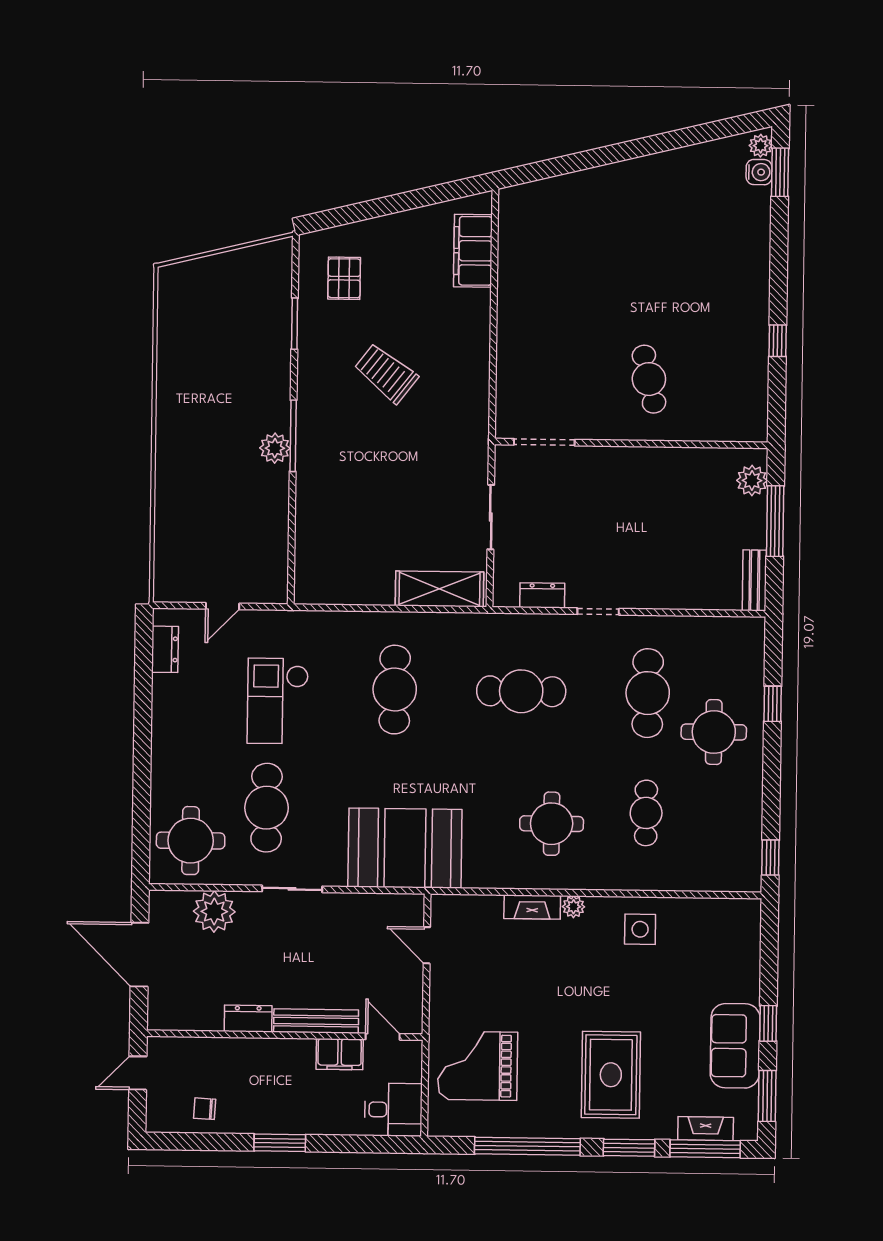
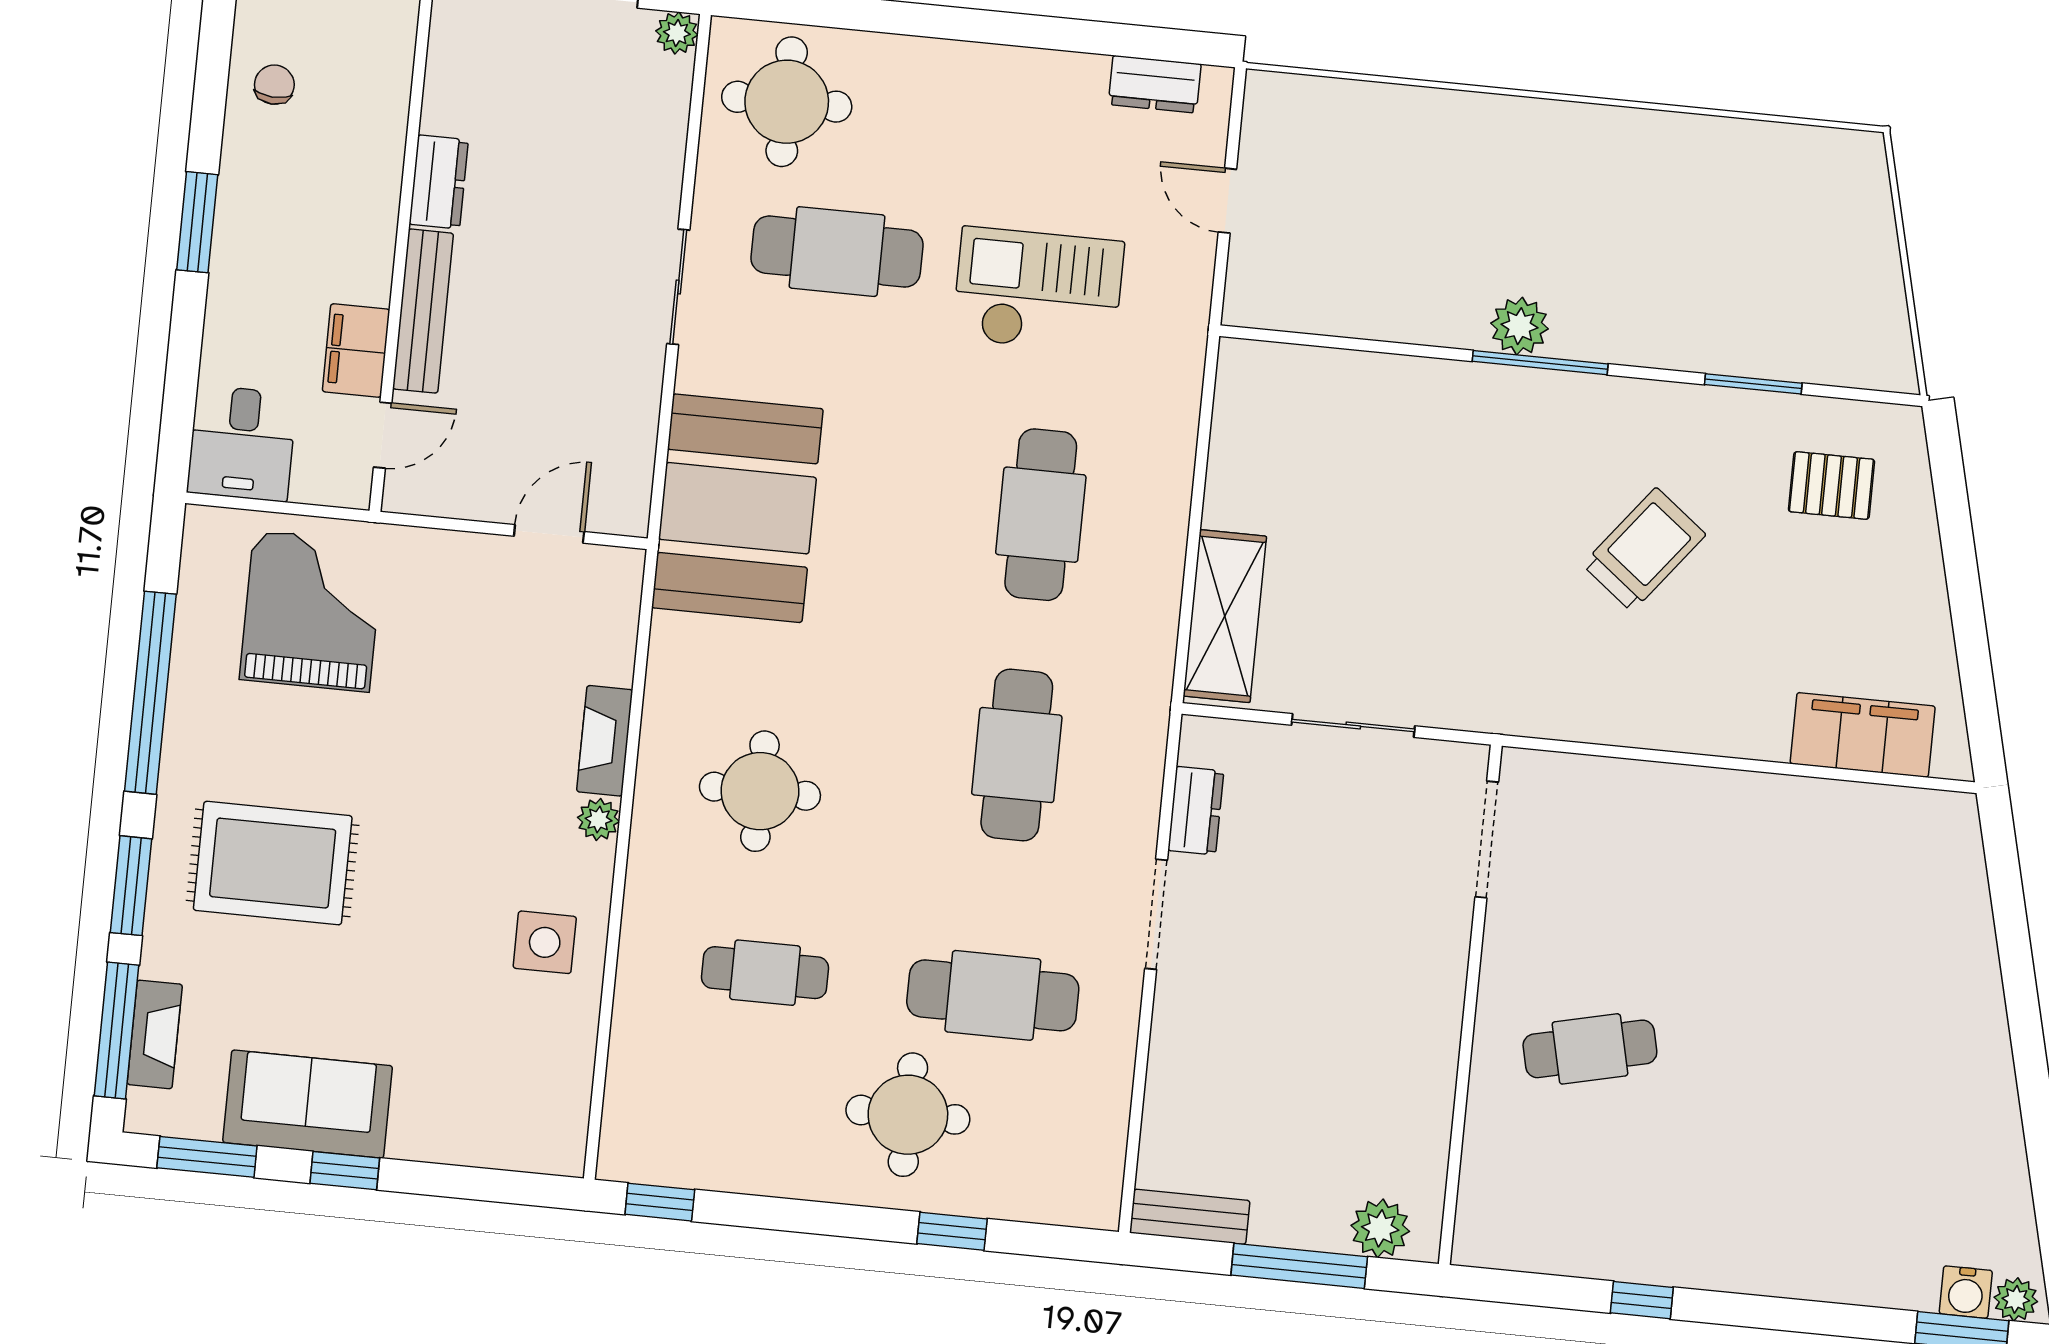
doorway: (598, 611) -> (1156, 914), width x1.38
cafe table: (395, 690) -> (1041, 515), turned 90
plant: (214, 911) -> (677, 33), moved, width x0.53, depth x0.53

